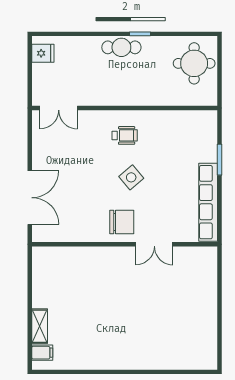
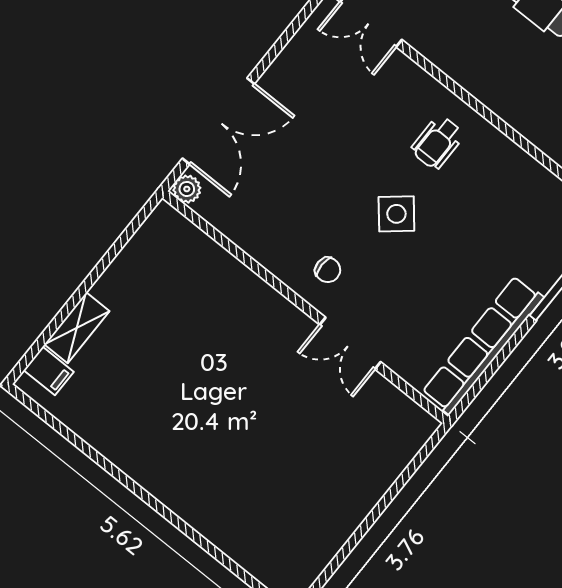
wheelchair: (125, 135) -> (437, 142), turned 90
chair: (122, 222) -> (328, 270), width x0.54, depth x0.54
plant: (39, 235) -> (187, 189), added

